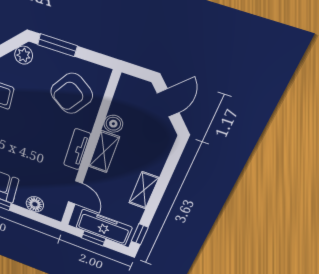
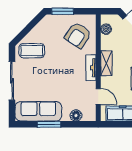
plant: (24, 55) -> (45, 23), removed
boiler: (113, 124) -> (106, 29), moved
window: (94, 238) -> (119, 124), removed

